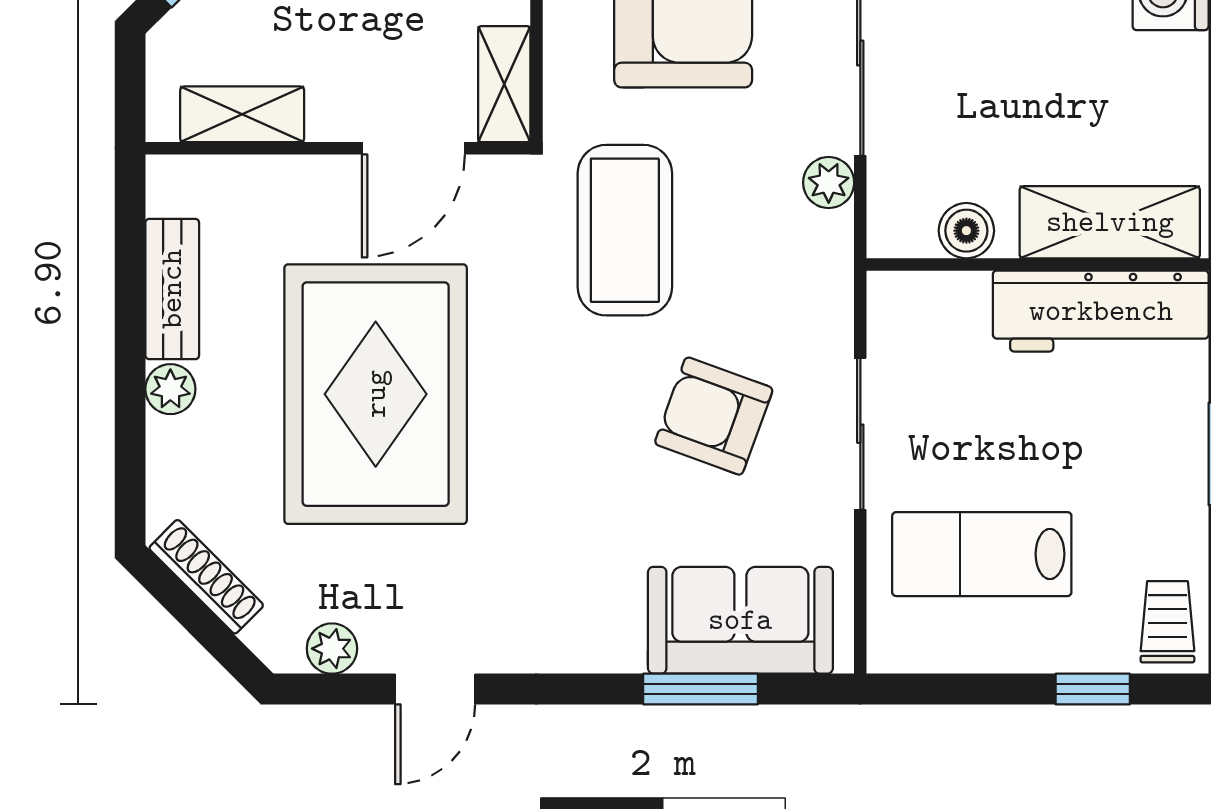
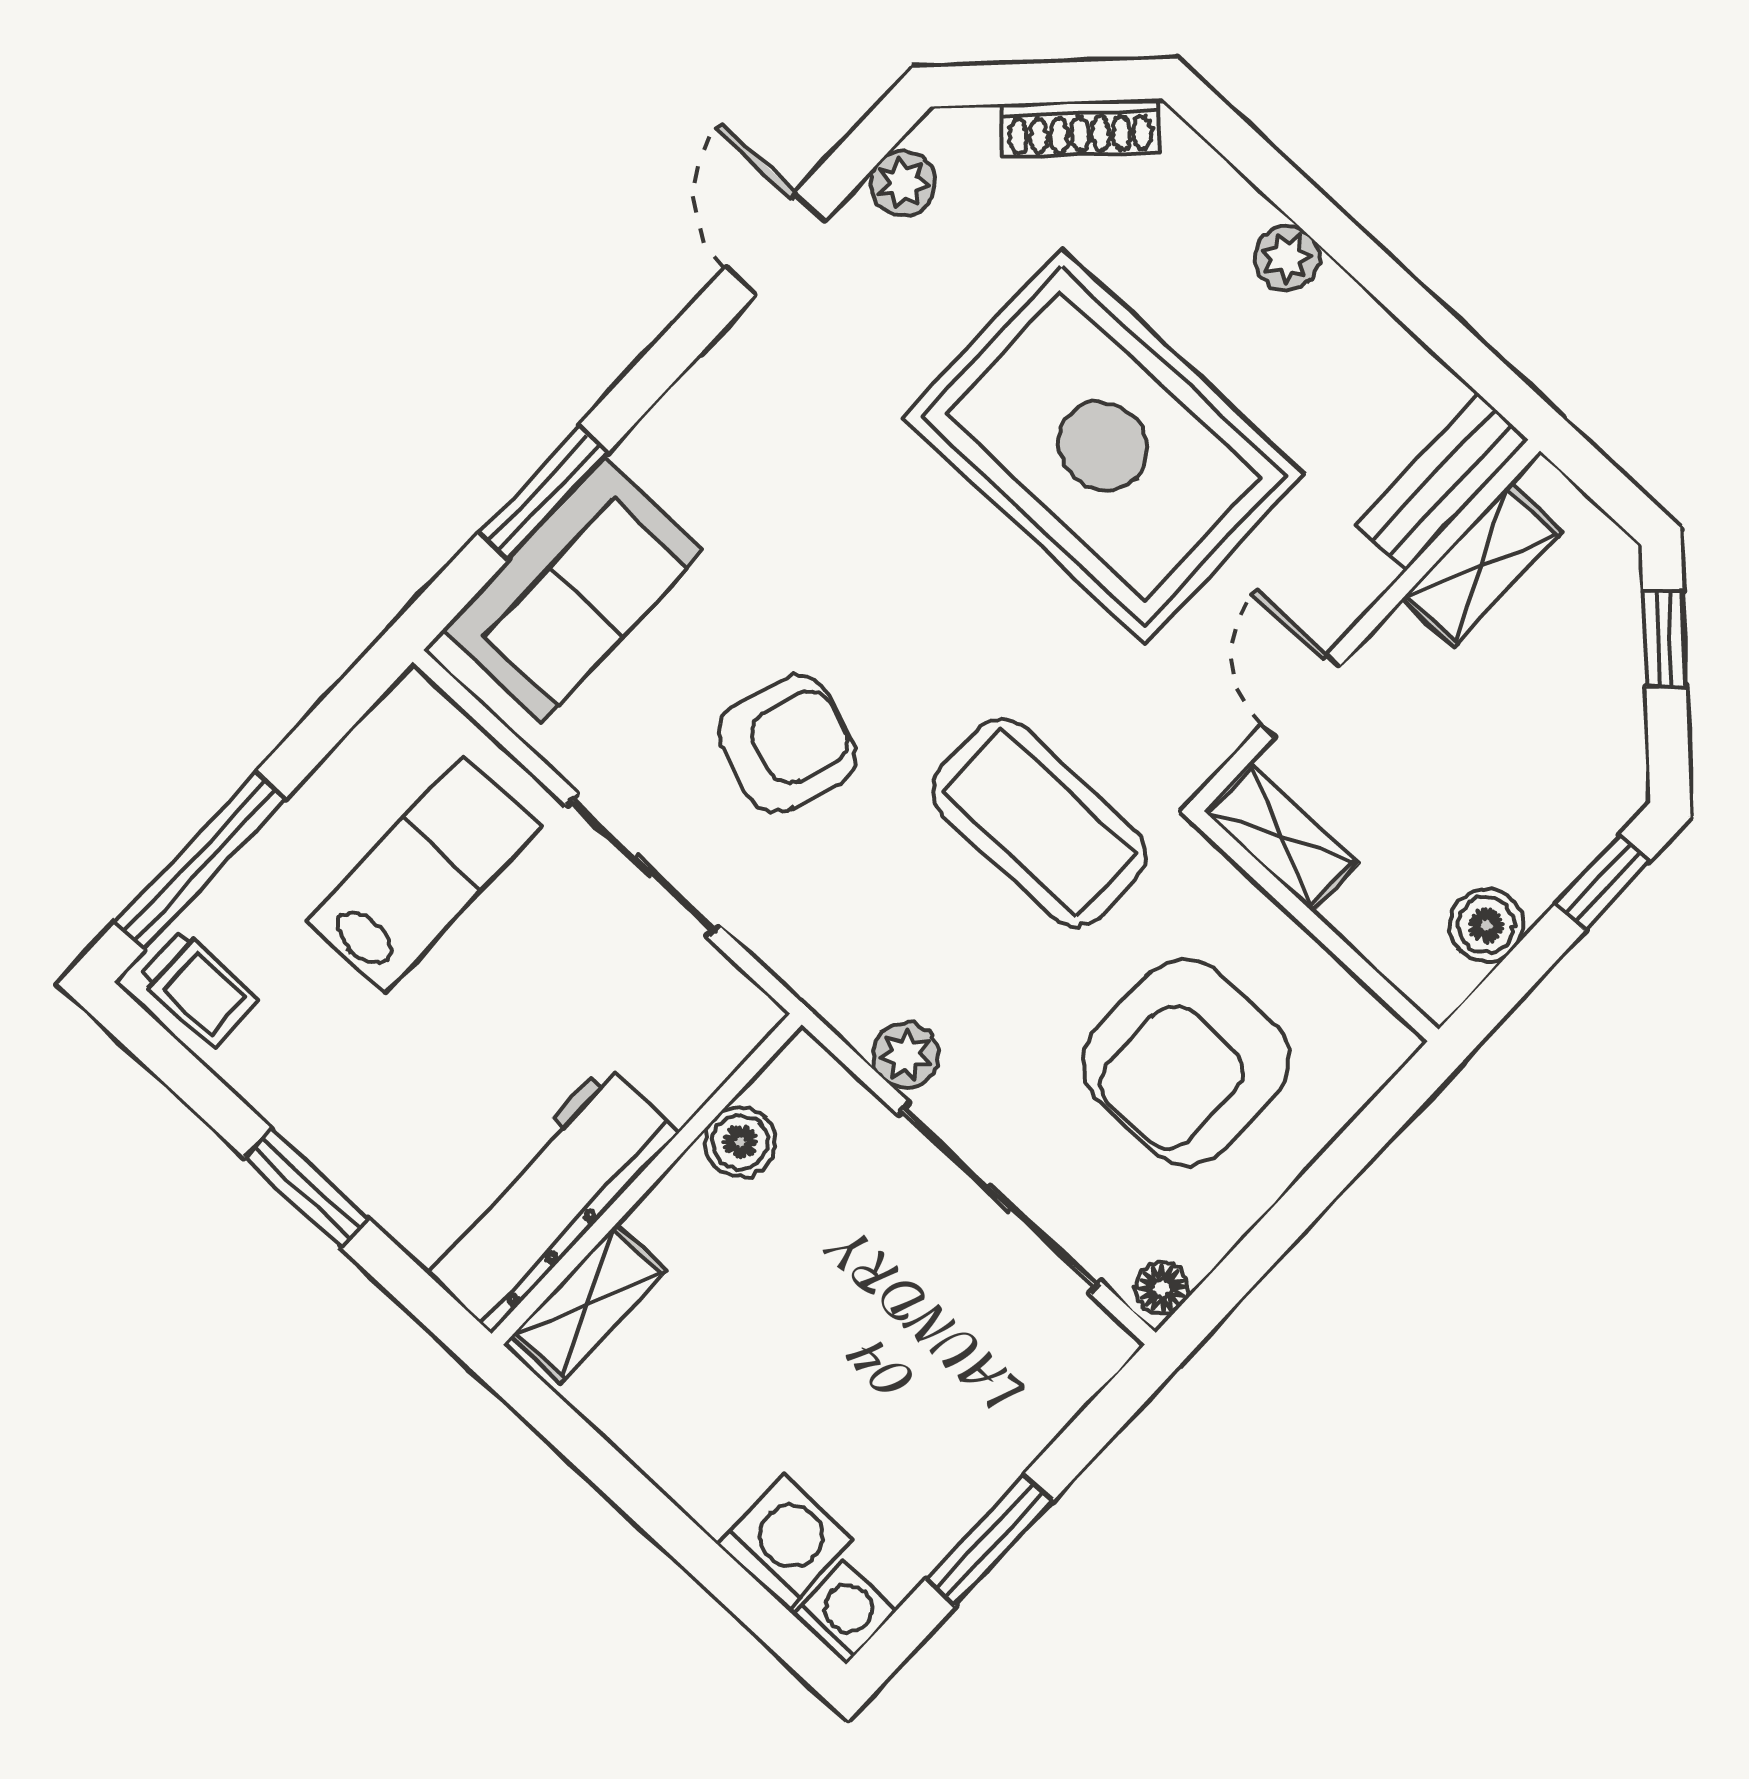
door: (413, 148) -> (1300, 696), width x0.73
shelving: (1110, 222) -> (588, 1304), width x0.67, depth x0.75
bench: (172, 289) -> (1442, 482), moved, turned 90
window: (1093, 689) -> (201, 860), width x2.17

